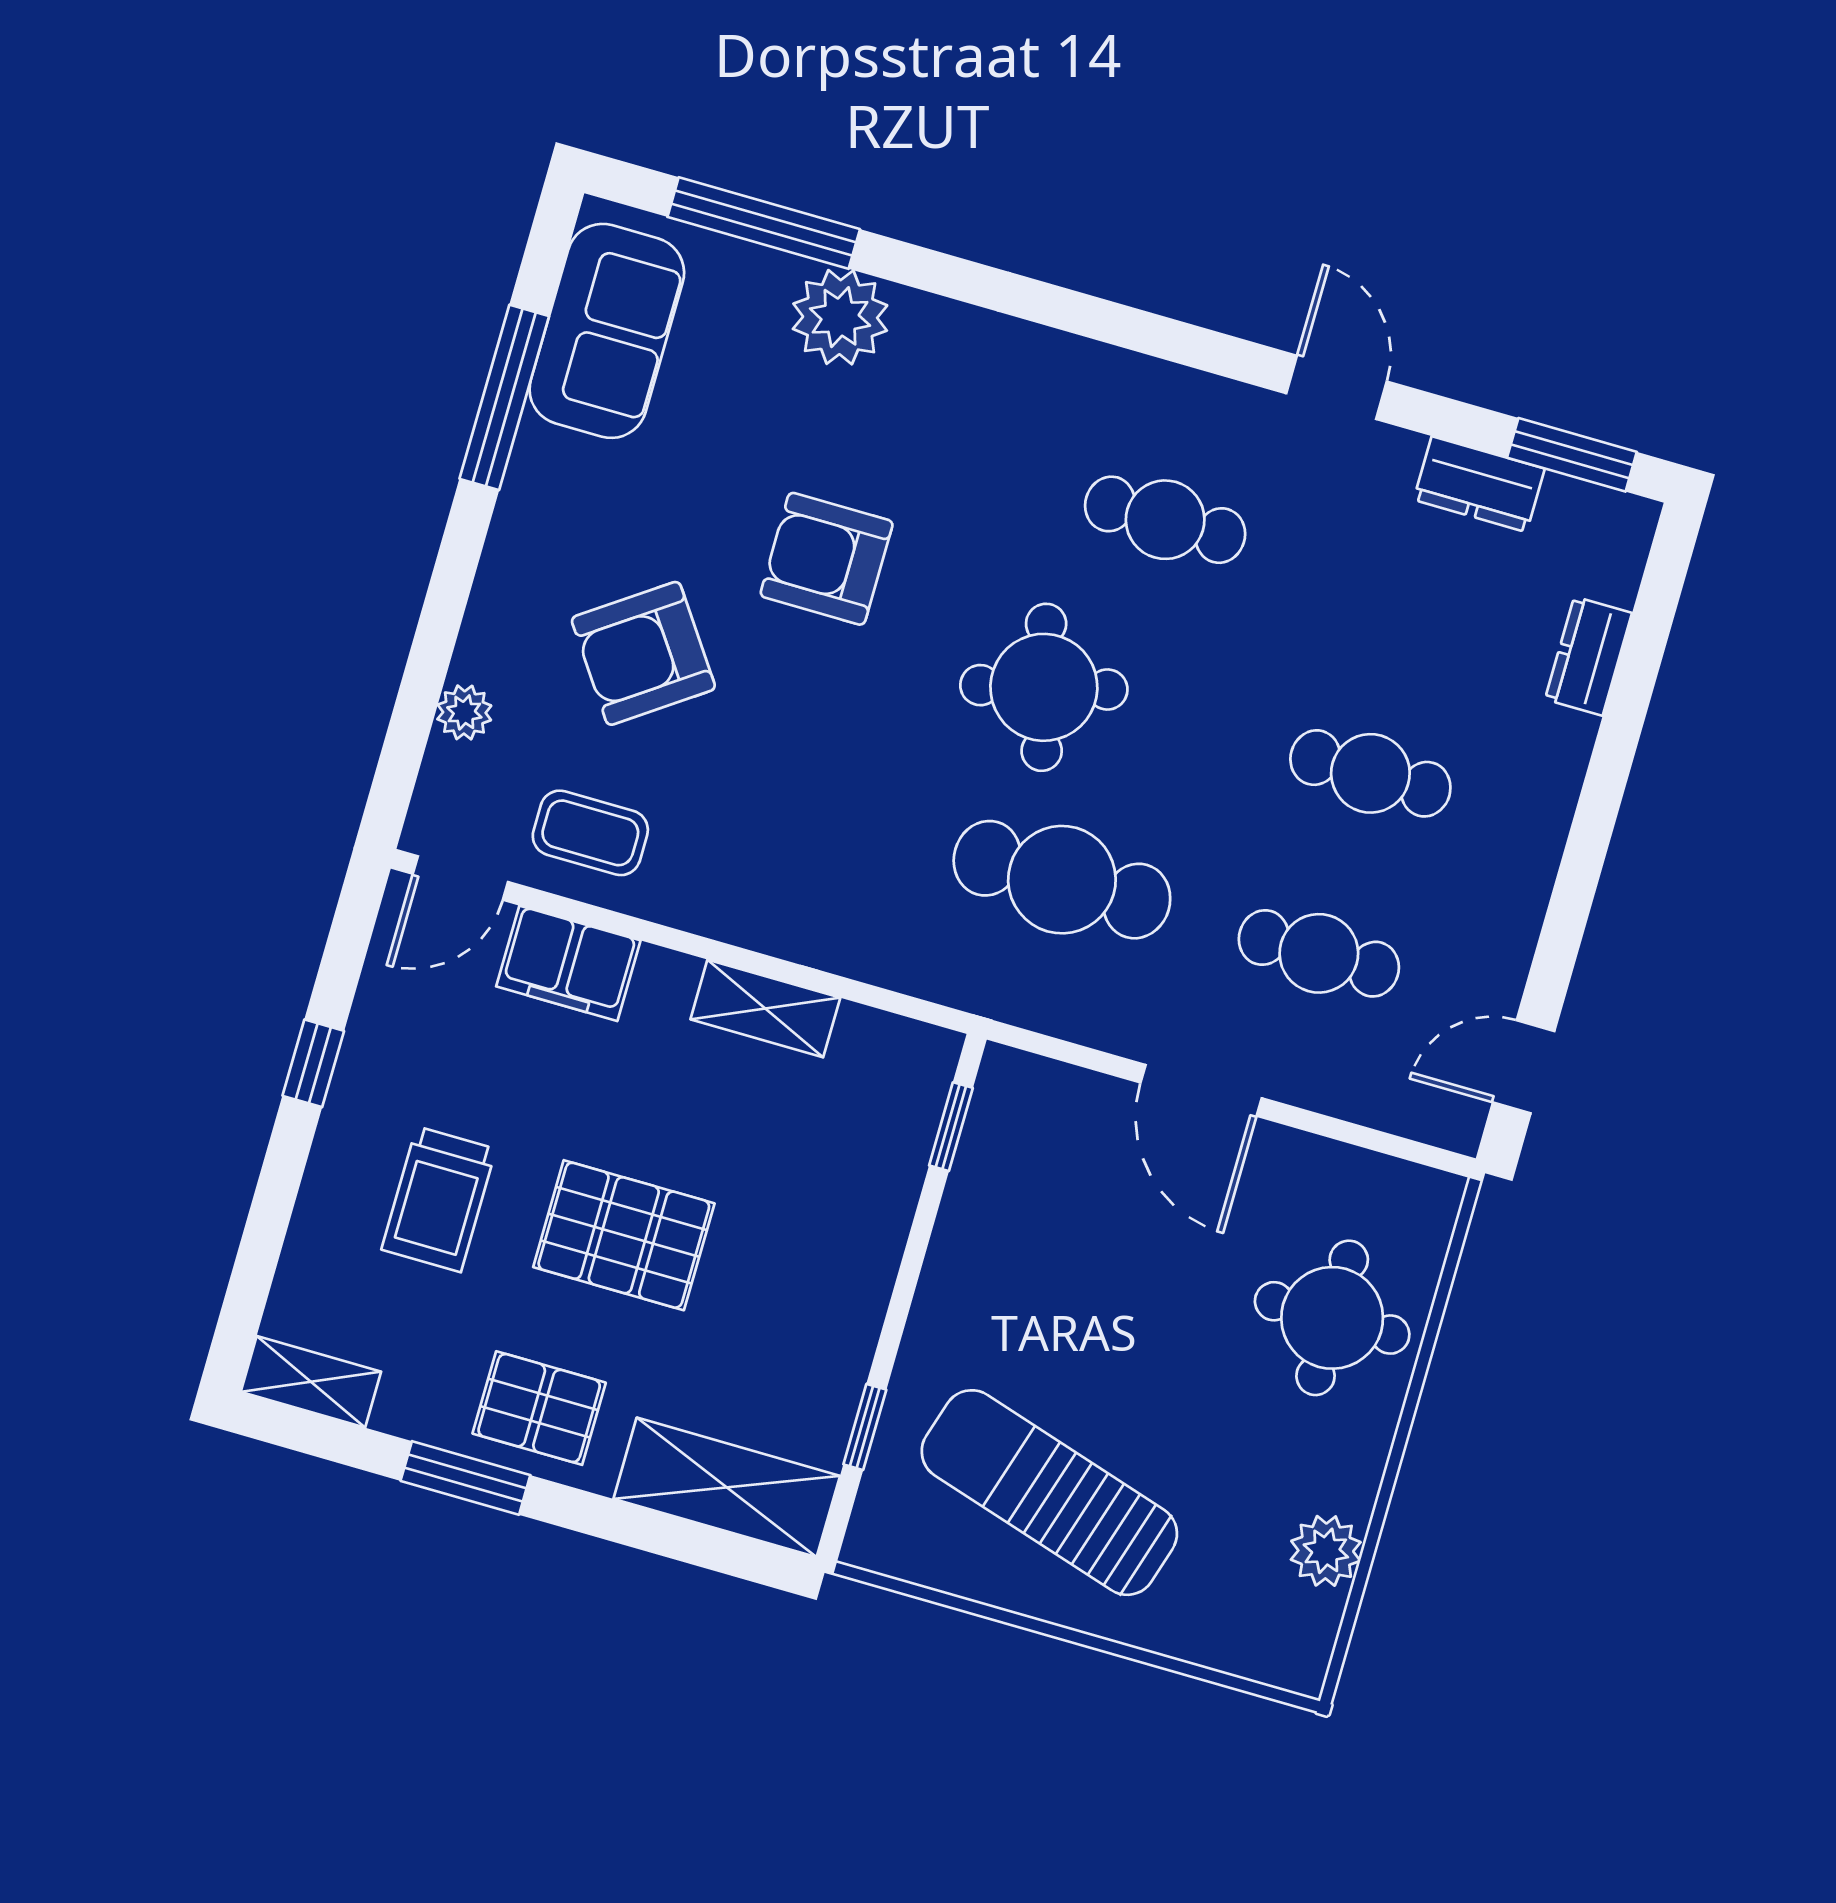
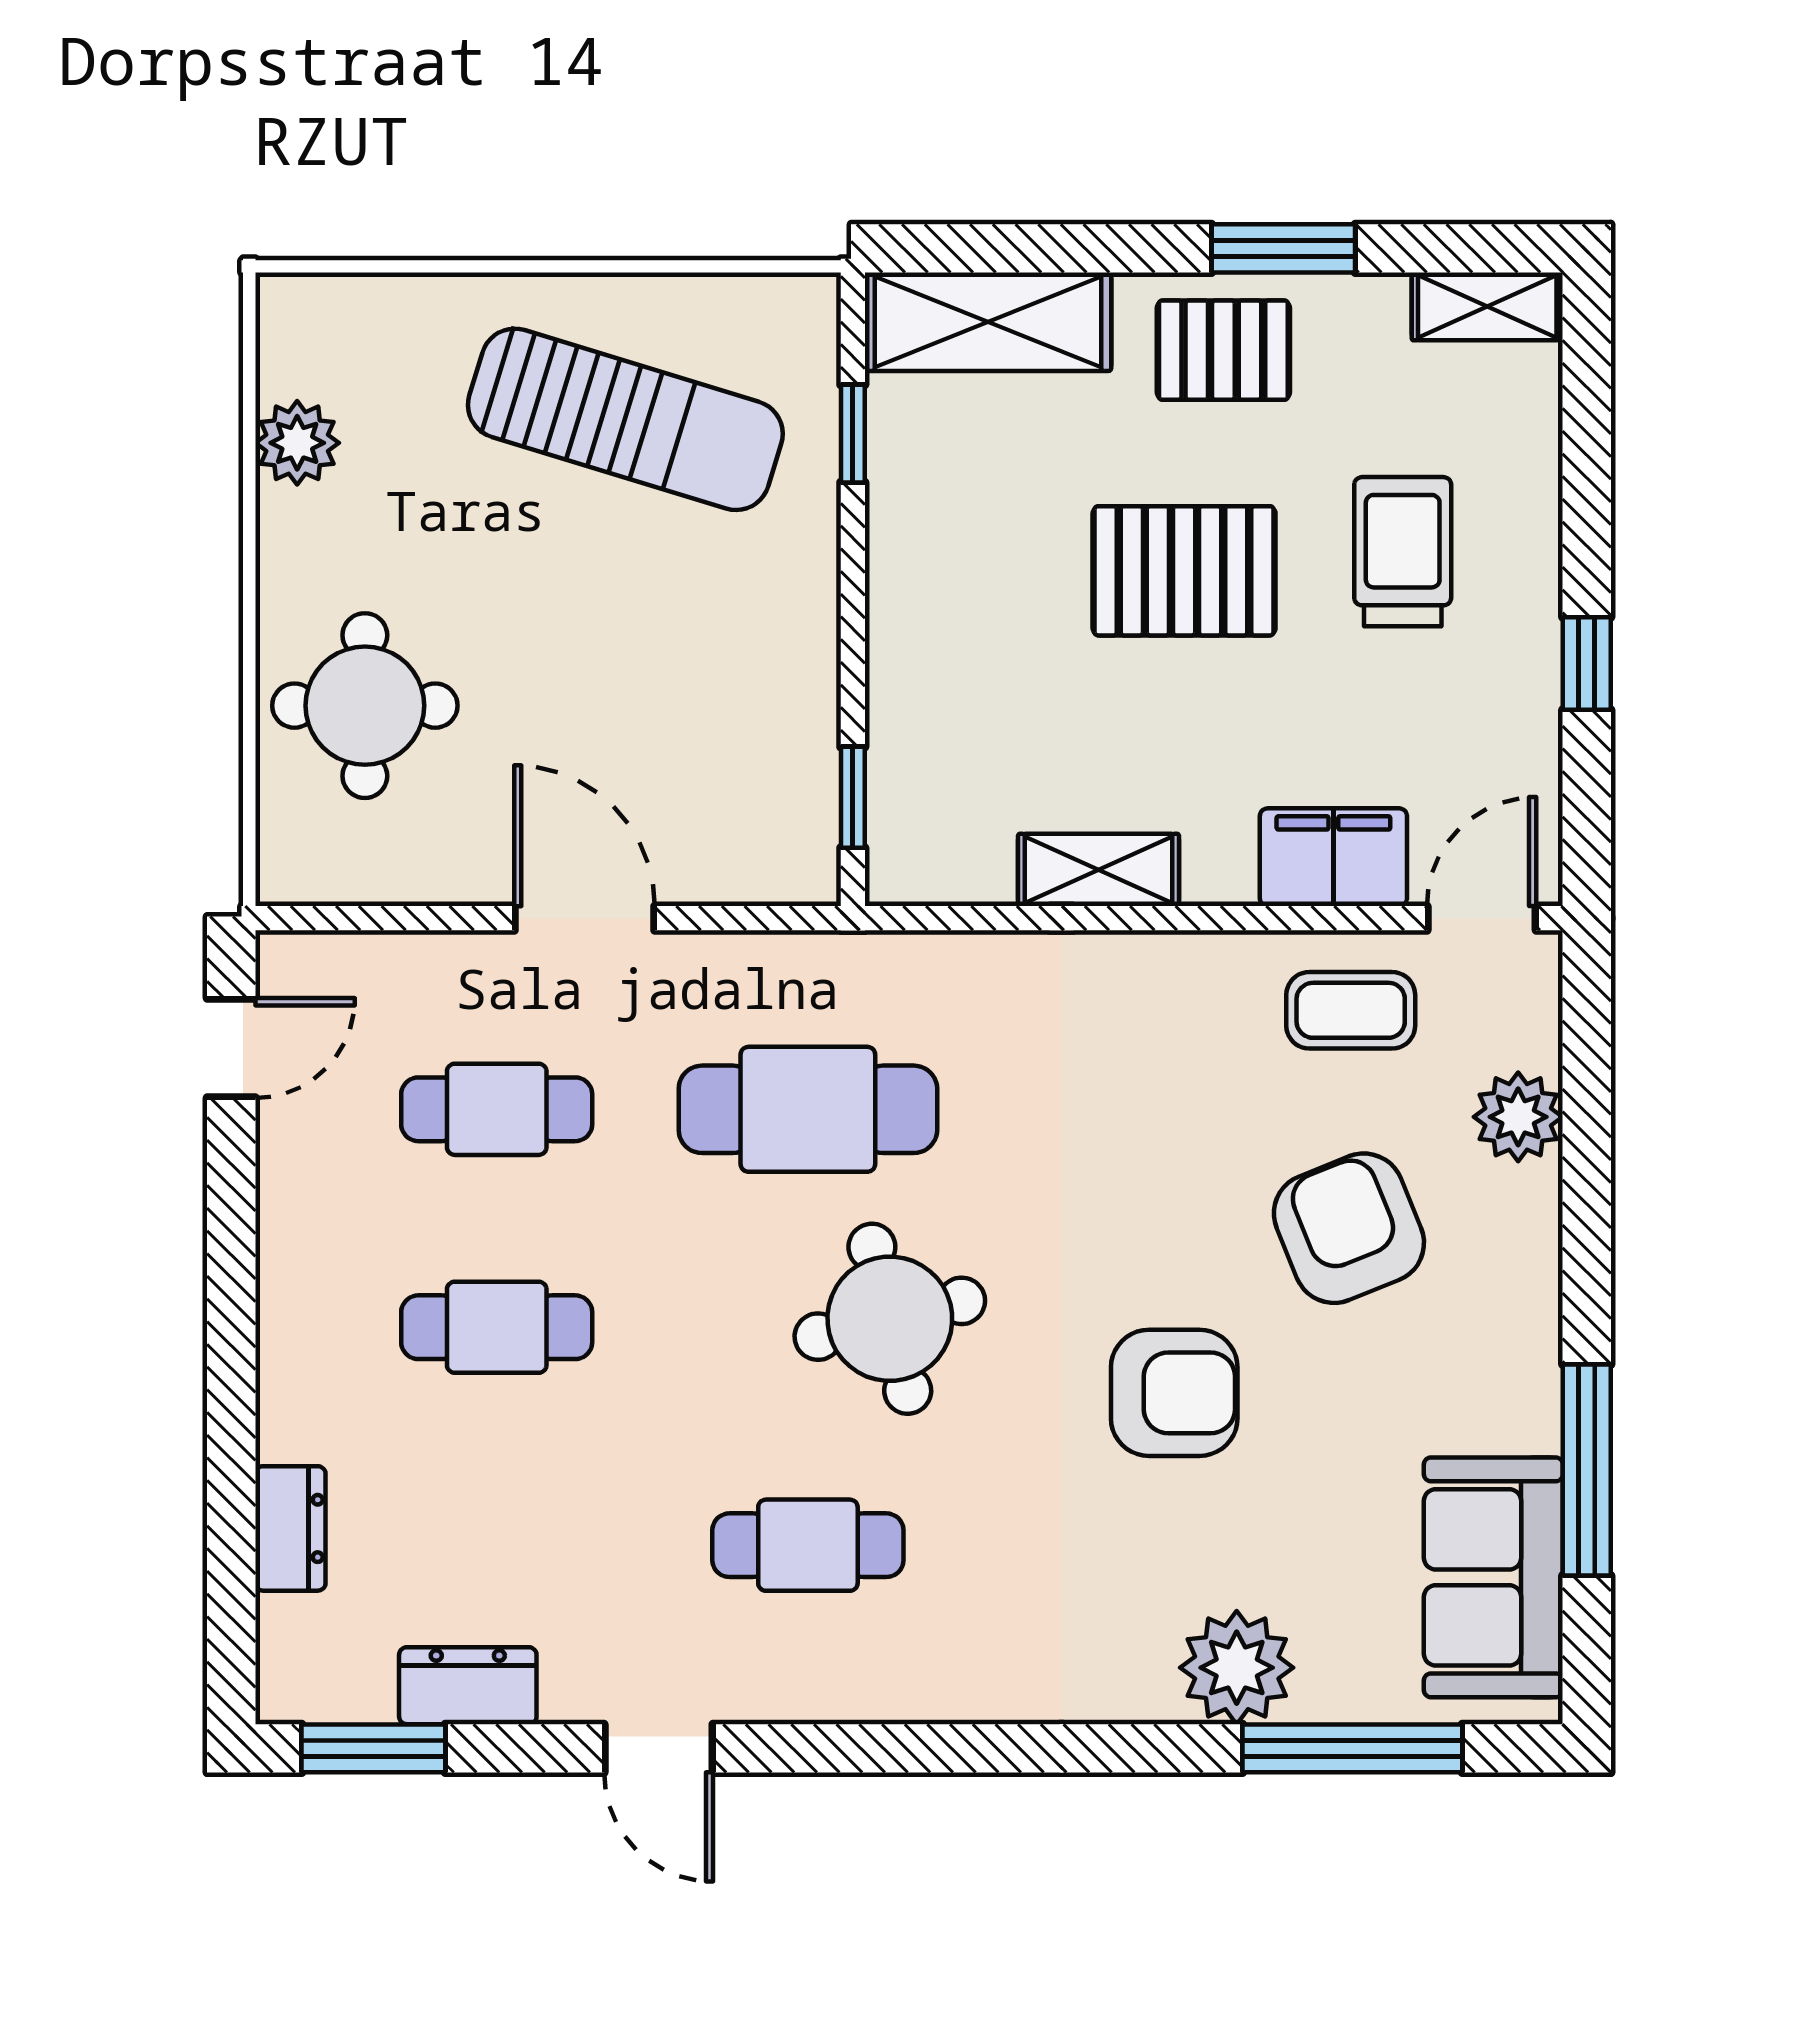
armchair: (643, 653) -> (1349, 1228), turned -77
plant: (464, 712) -> (1518, 1117), width x1.38, depth x1.38

